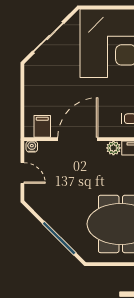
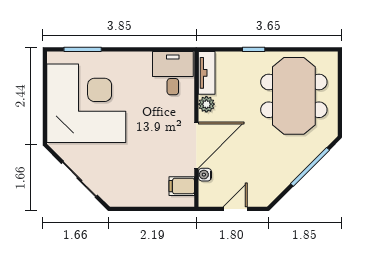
door: (78, 139) -> (196, 145), swing flipped
water cooler: (32, 147) -> (205, 175), moved

